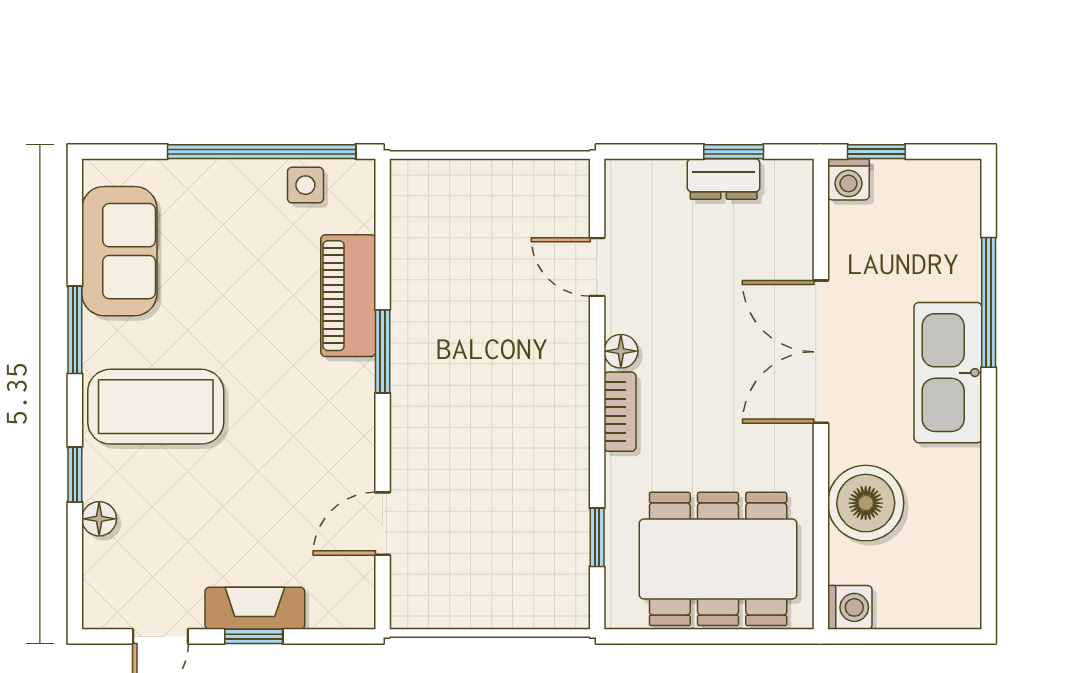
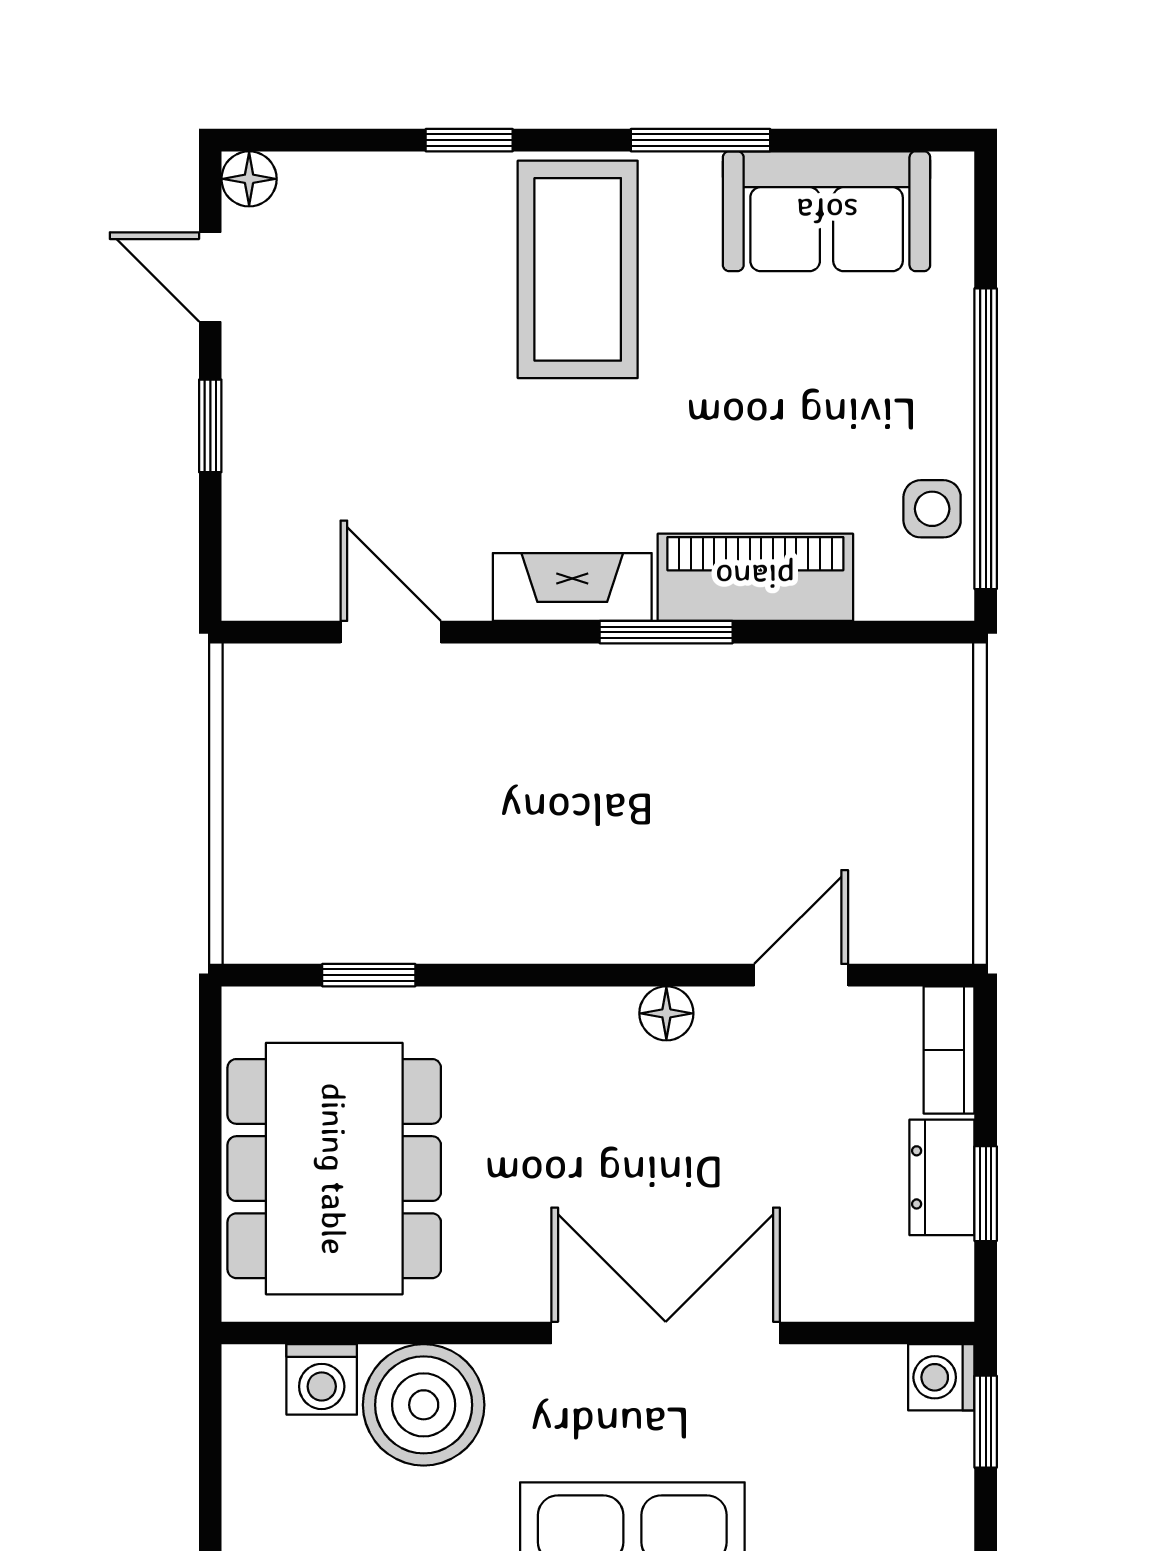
bookcase: (620, 412) -> (949, 1050), moved, turned 90
floor lamp: (99, 519) -> (249, 179), moved
washing machine: (850, 607) -> (322, 1379), moved
fireplace: (255, 608) -> (572, 587), moved, turned -90

